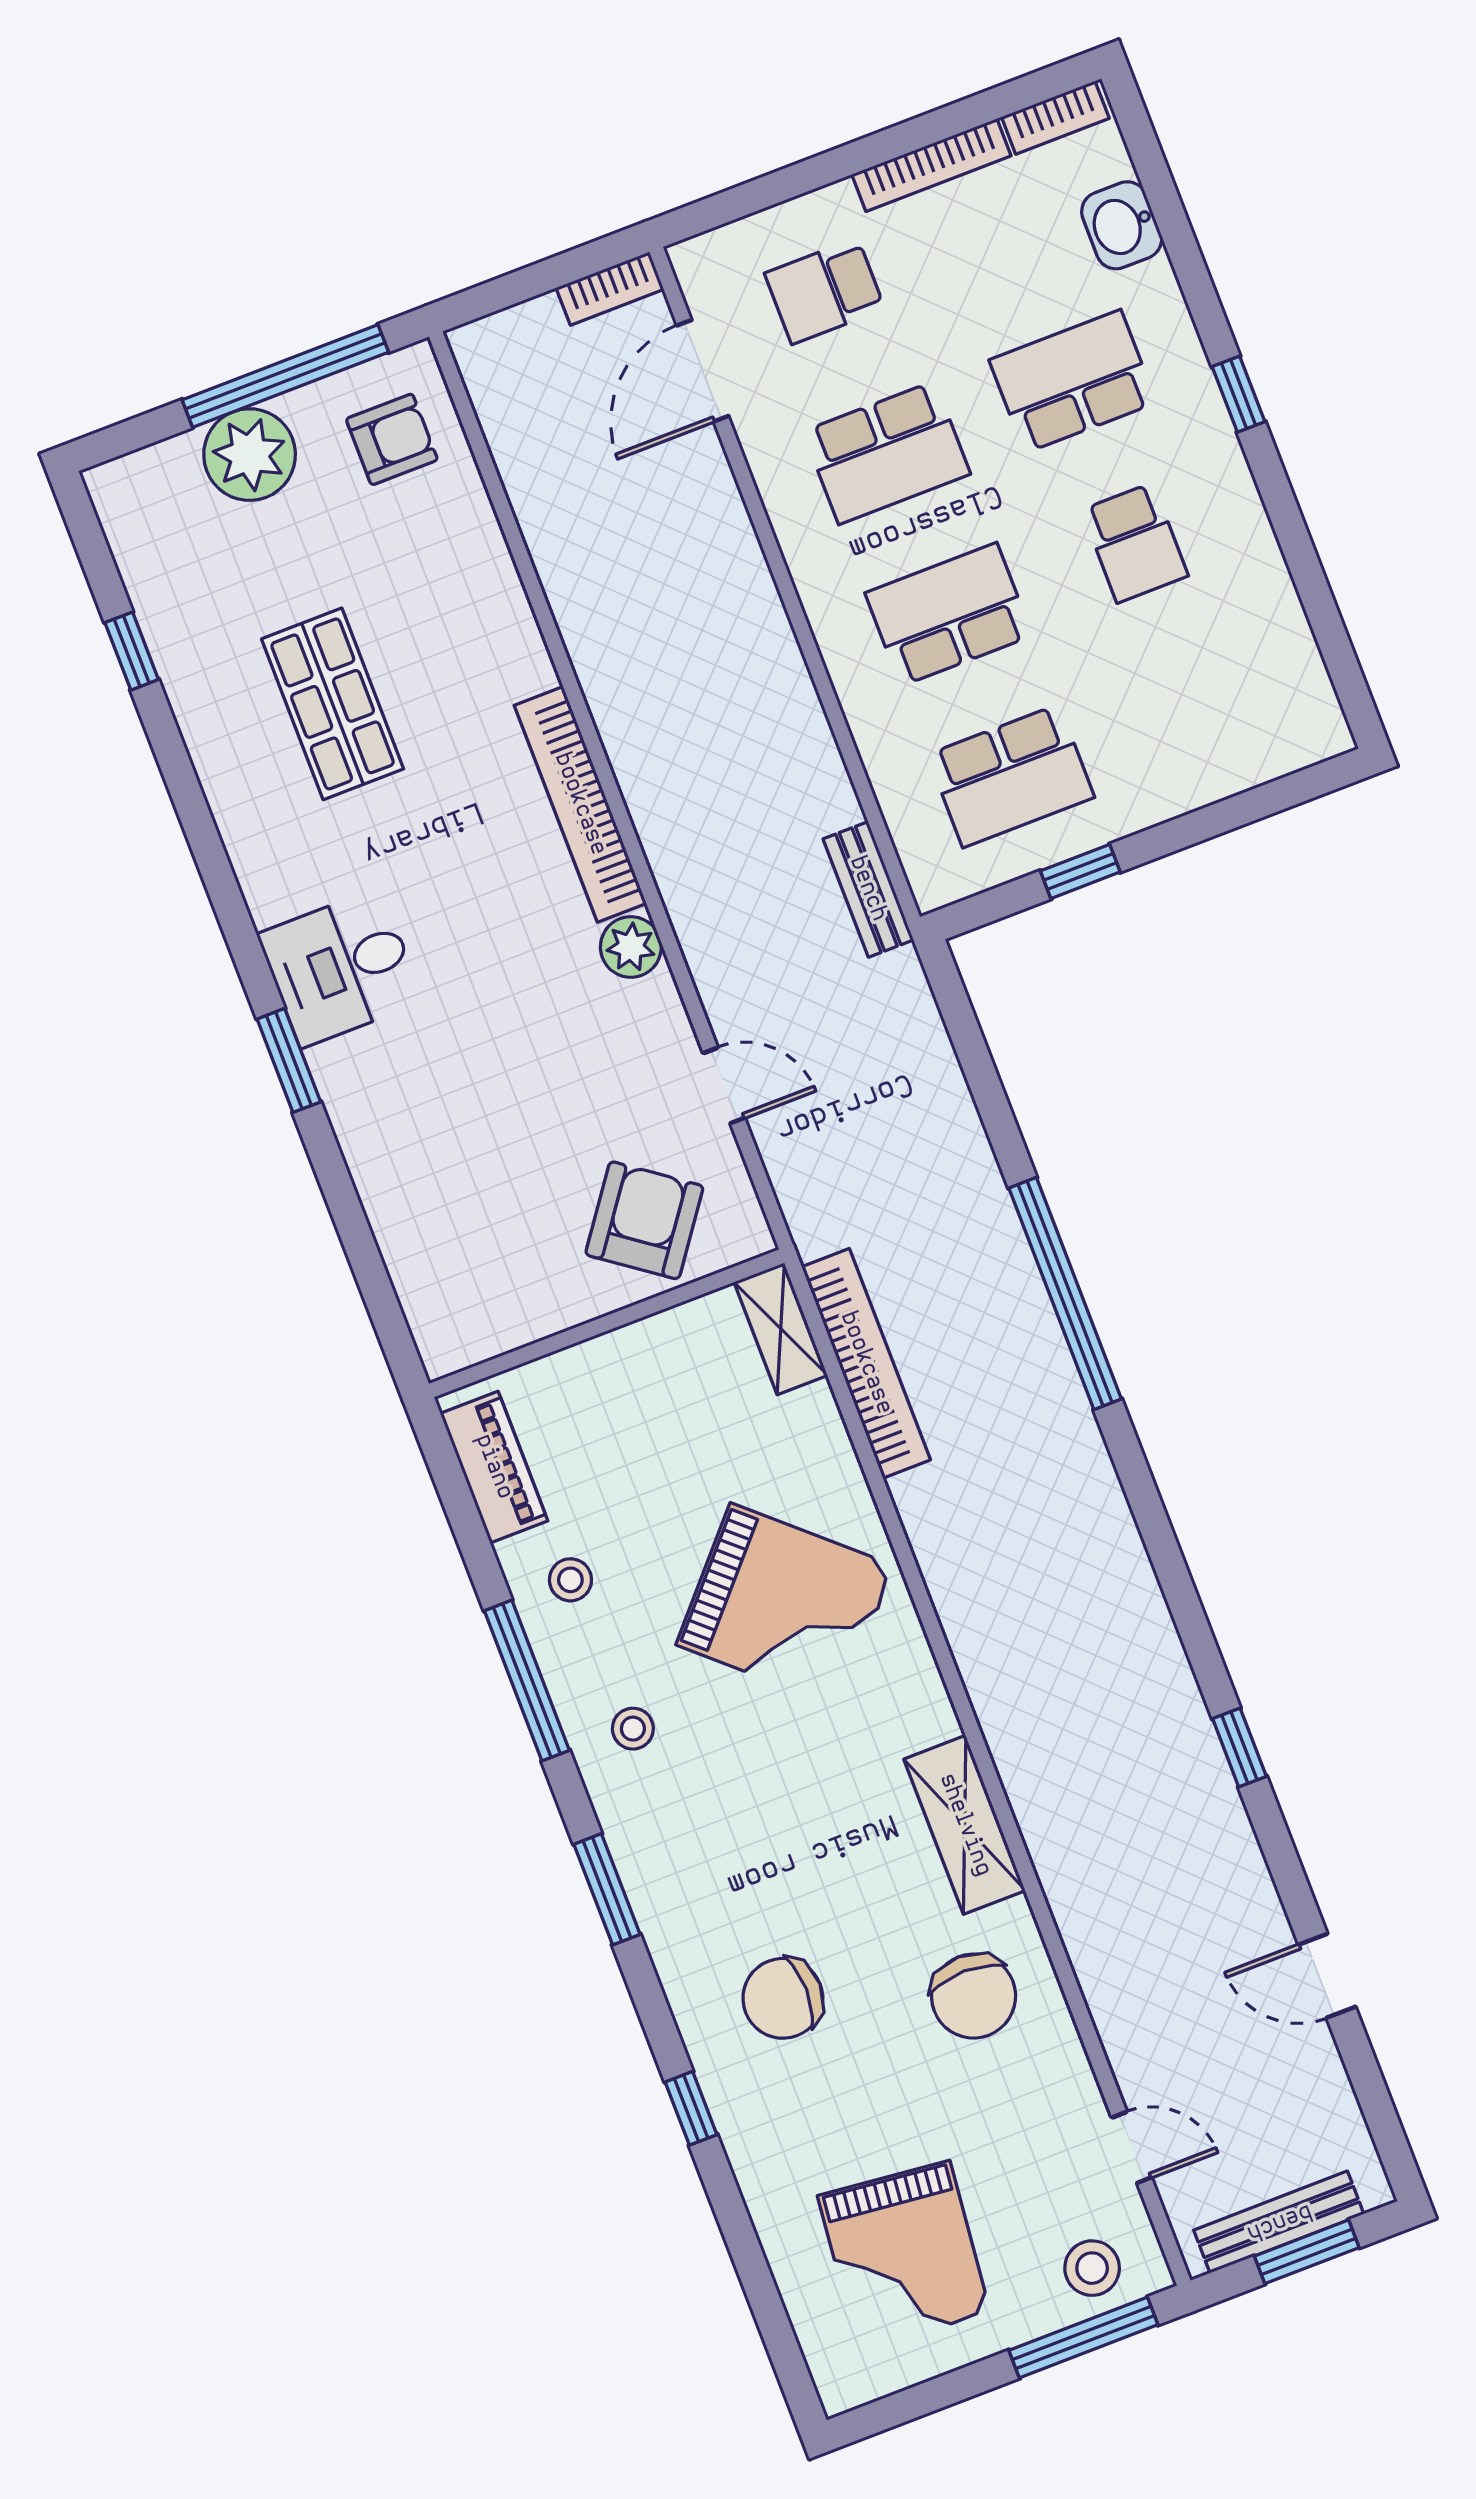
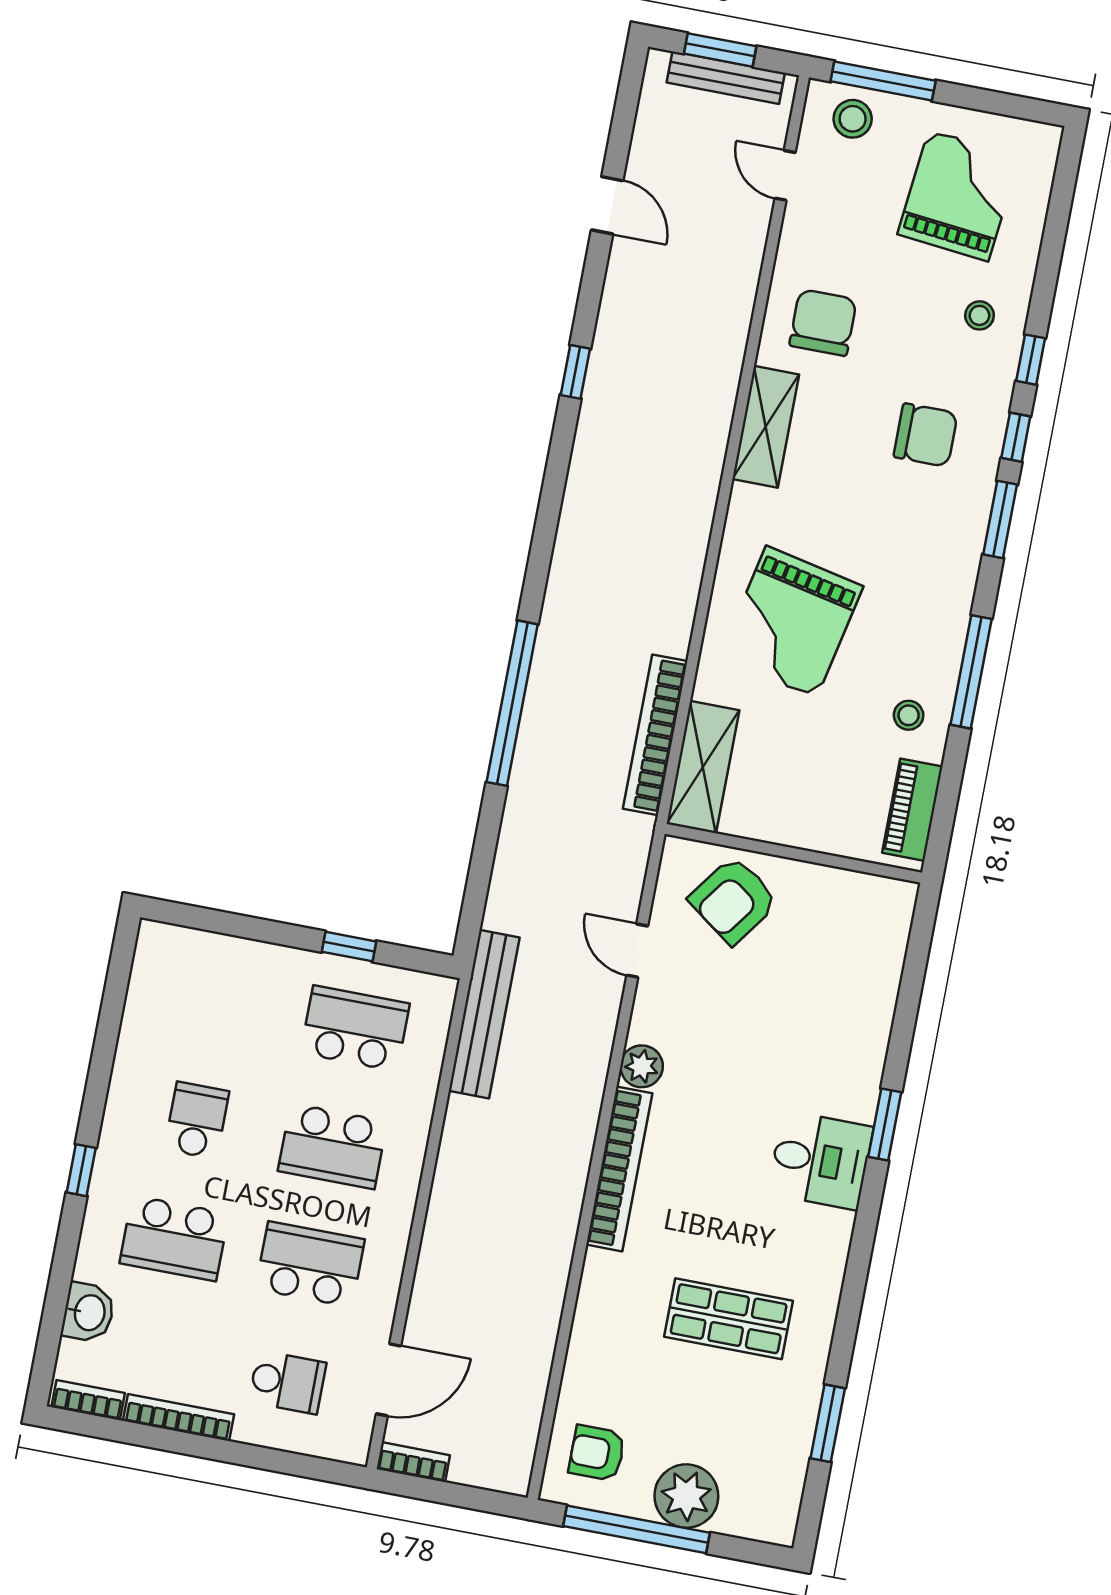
window: (132, 651) -> (828, 1423), width x1.50
shop shelf: (333, 704) -> (729, 1319), turned 90
bench: (868, 889) -> (484, 1014), width x1.86, depth x1.21
shelving: (781, 1329) -> (703, 767), width x1.50, depth x1.33
grand piano: (785, 1605) -> (791, 622), turned -120
stool: (633, 1729) -> (979, 315), moved
chair: (783, 1998) -> (926, 435), moved
window: (650, 2002) -> (1016, 437), added

